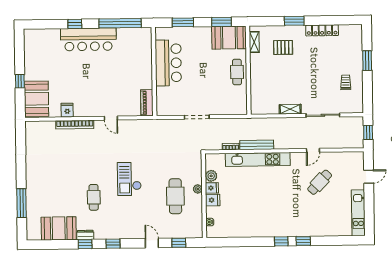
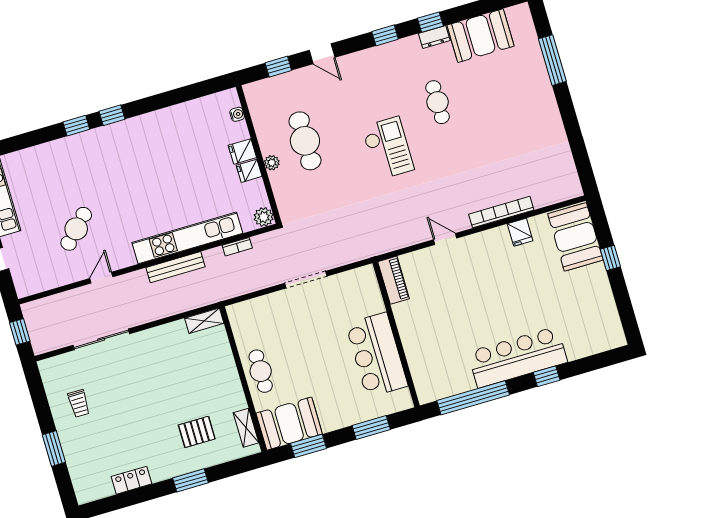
locker: (322, 30) -> (131, 480), width x0.66
shelving: (290, 109) -> (204, 321), moved
bench: (257, 145) -> (176, 267), moved
plant: (211, 176) -> (264, 217), moved

